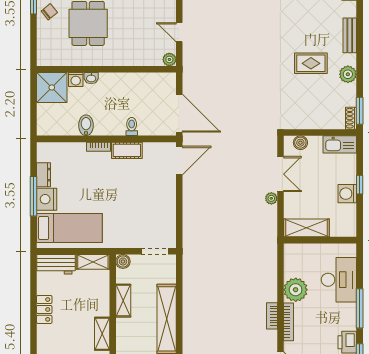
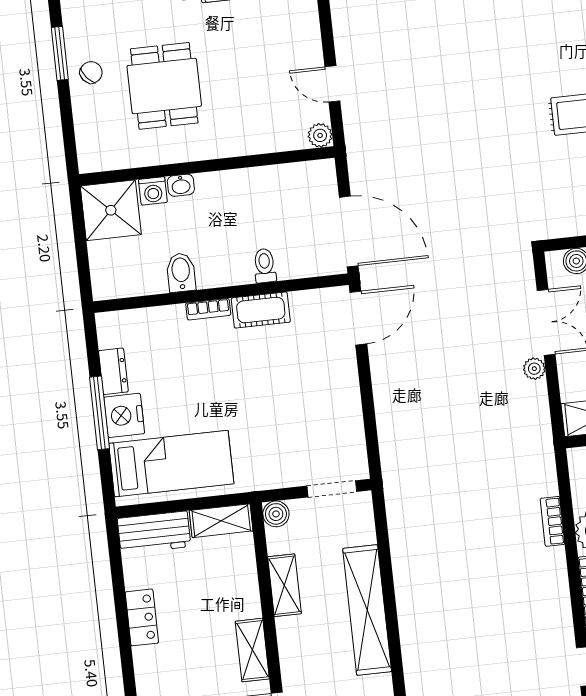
bookcase: (272, 316) -> (552, 521), moved

